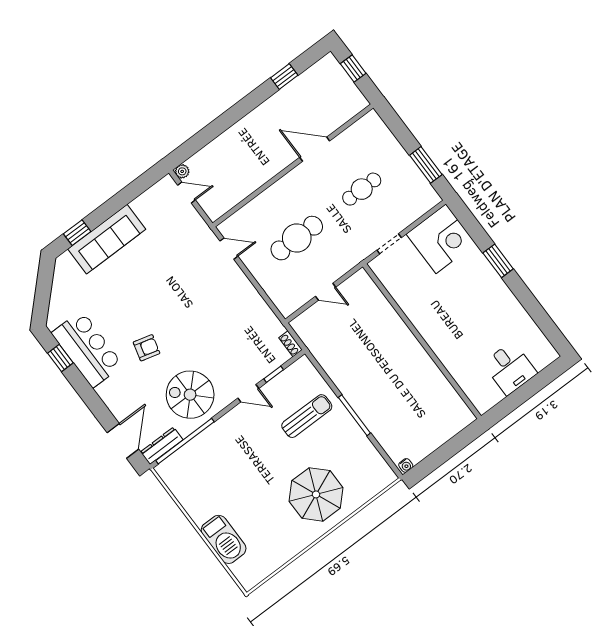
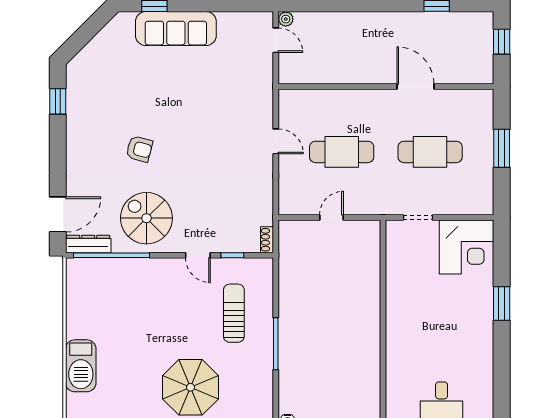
window: (426, 165) -> (502, 148), moved
cafe table: (362, 189) -> (430, 152), width x1.37, depth x1.35
door: (229, 249) -> (276, 141), moved
door: (326, 292) -> (332, 217), swing flipped
bar counter: (87, 349) -> (87, 111), removed
sun lounger: (307, 416) -> (234, 313), turned -90

